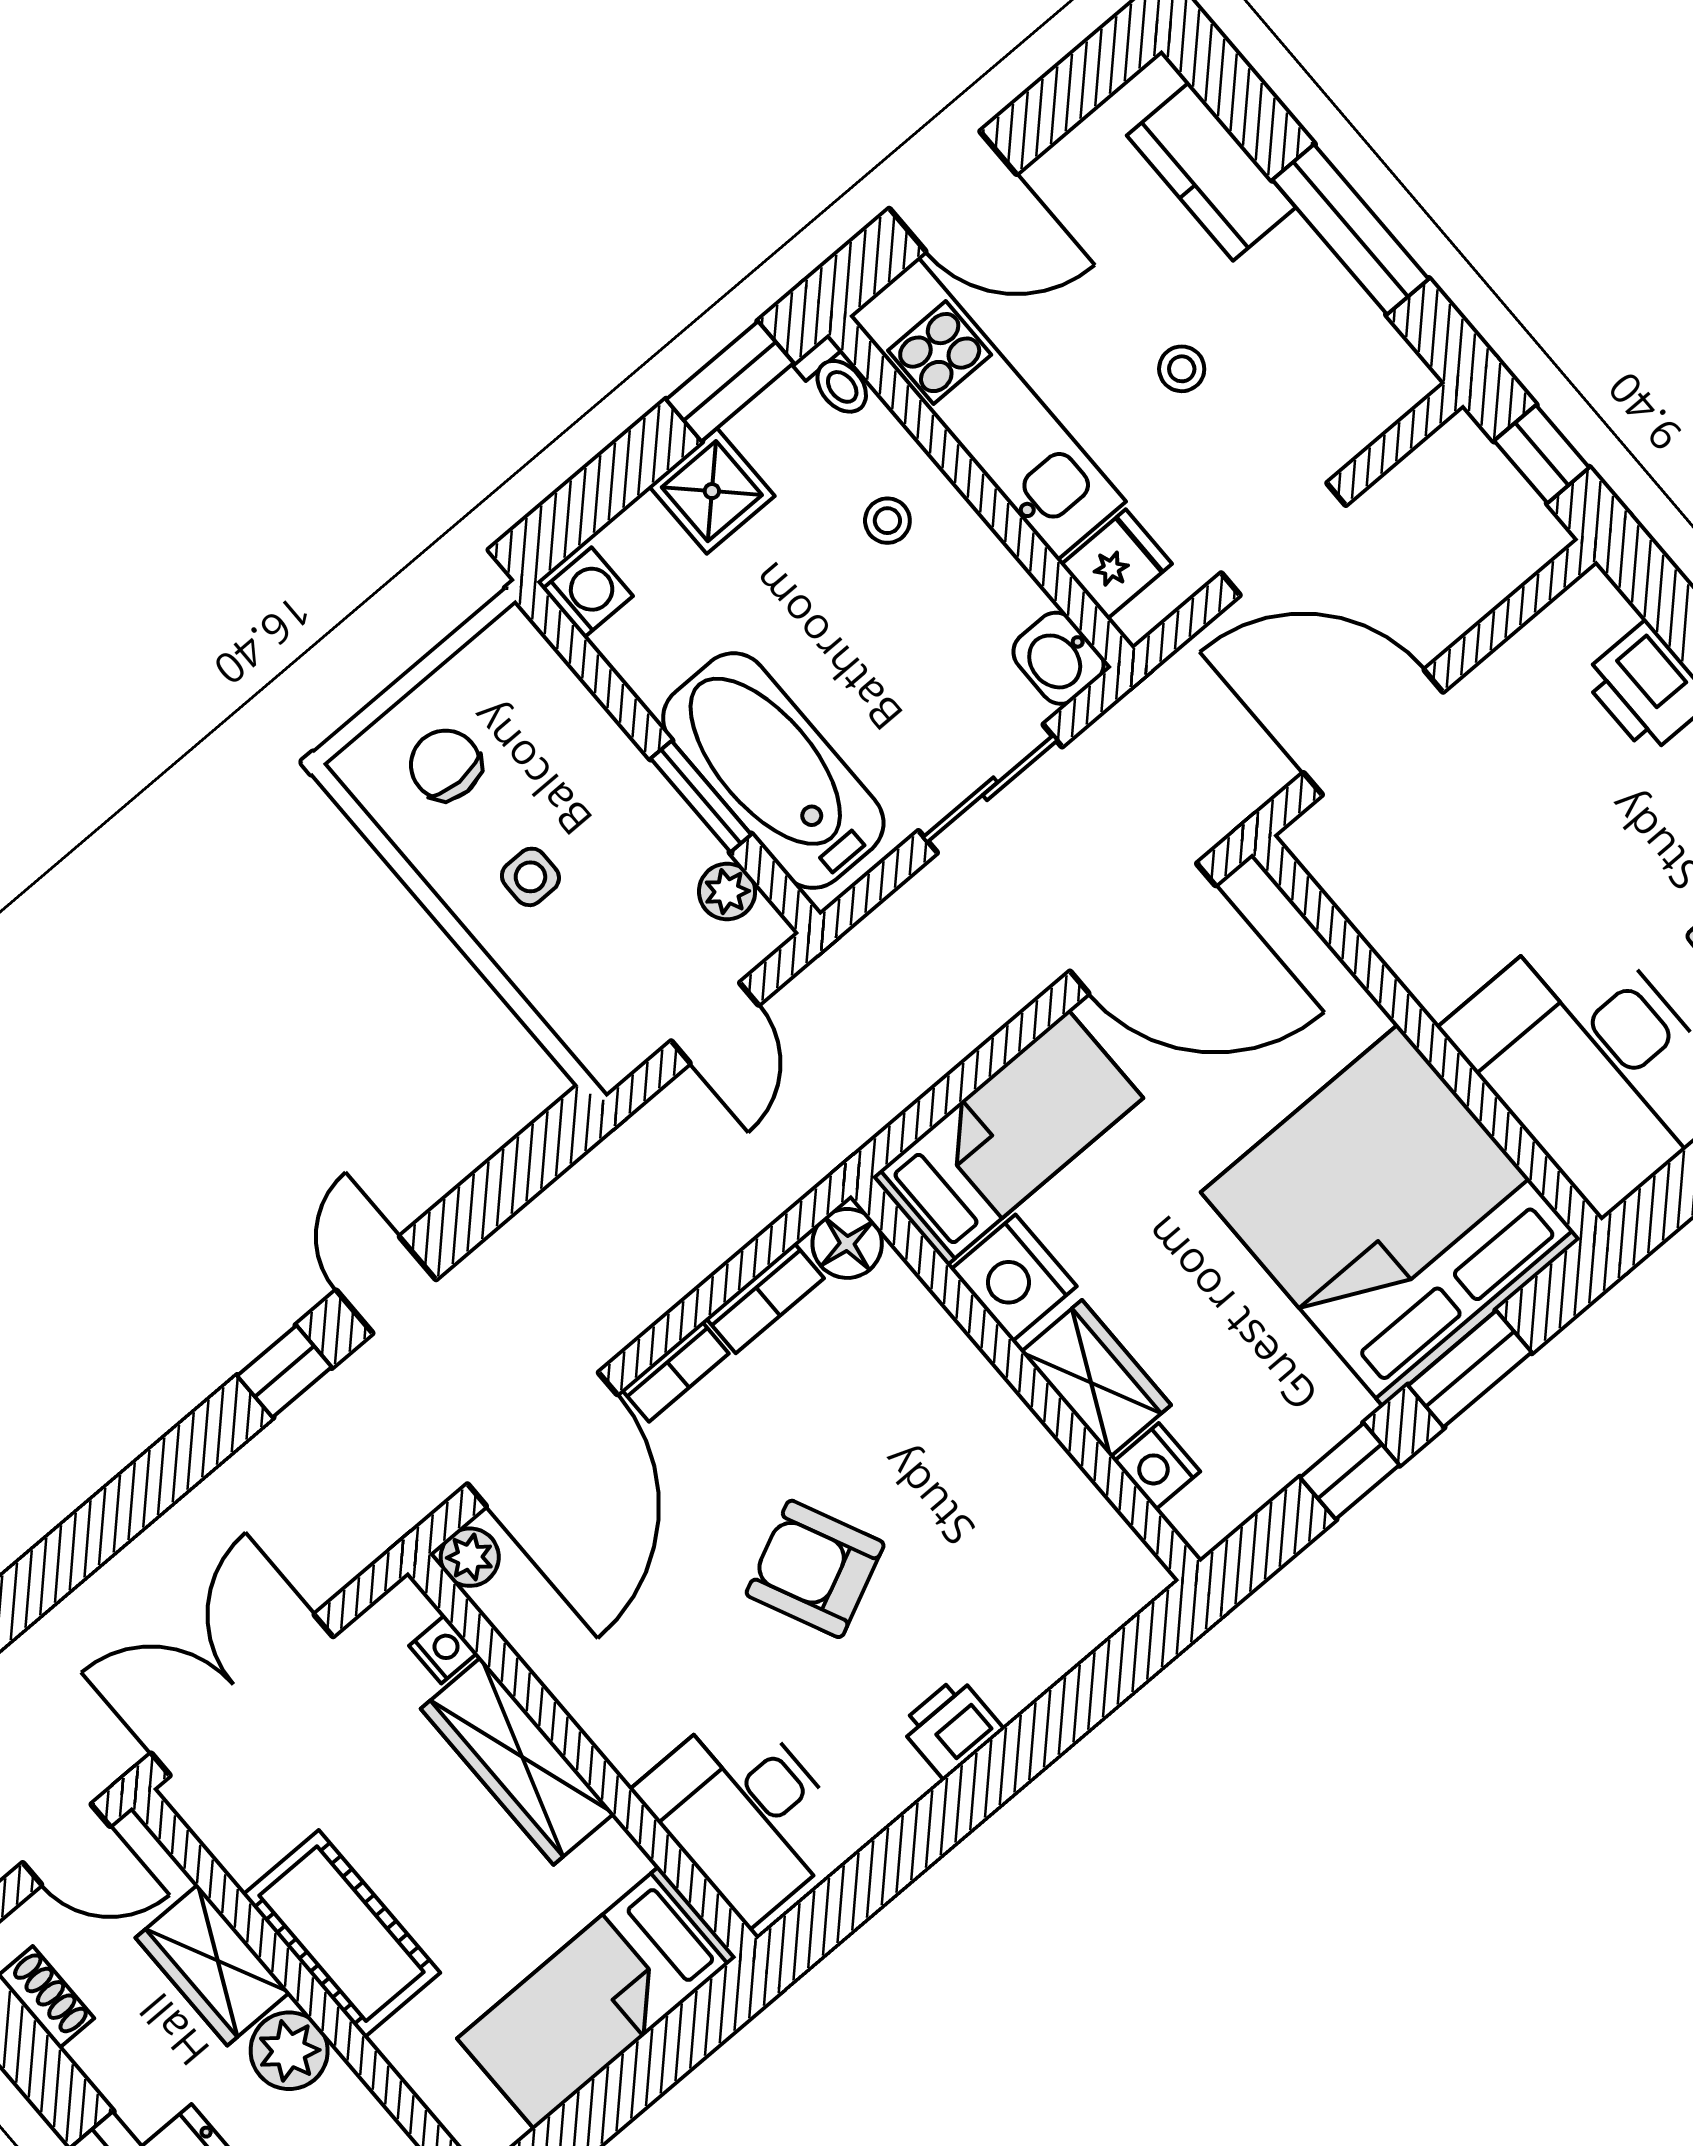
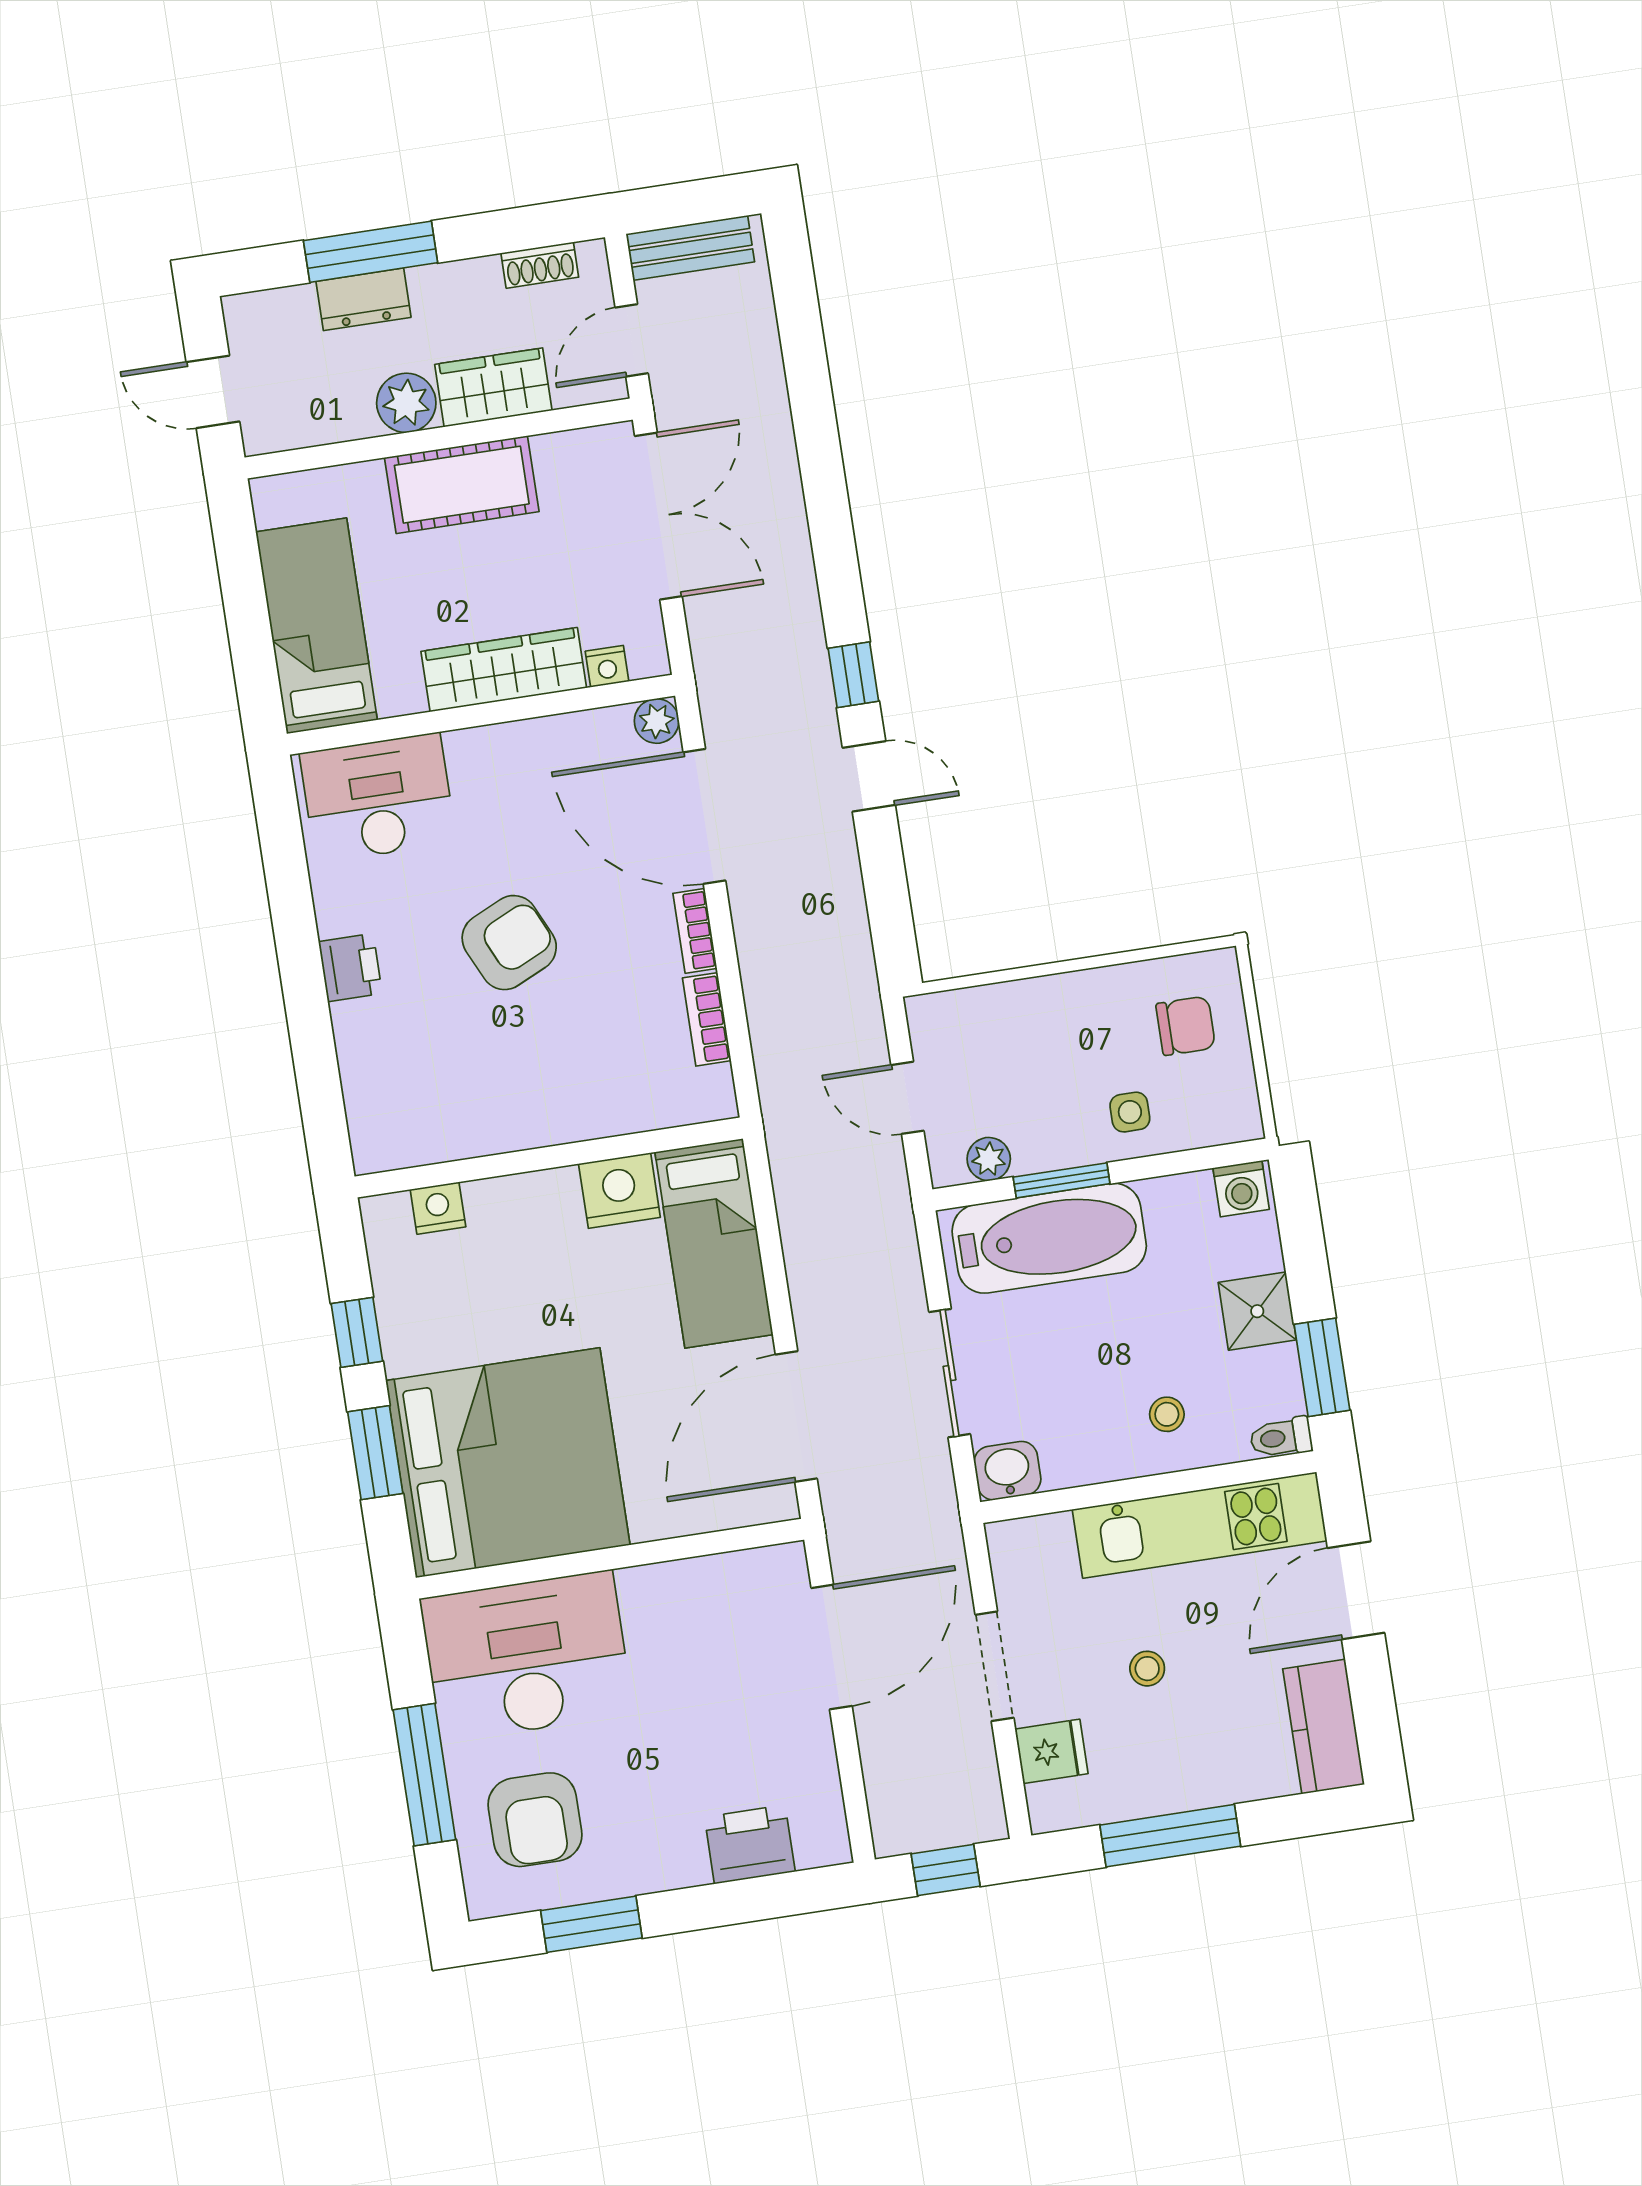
kitchen counter: (1211, 171) -> (1324, 1727), moved, turned -90
fridge: (1116, 564) -> (1051, 1751), moved, turned -90
side table: (530, 877) -> (1130, 1112), moved
floor lamp: (847, 1243) -> (709, 1095), removed
wardrobe: (1096, 1378) -> (520, 1204), removed

